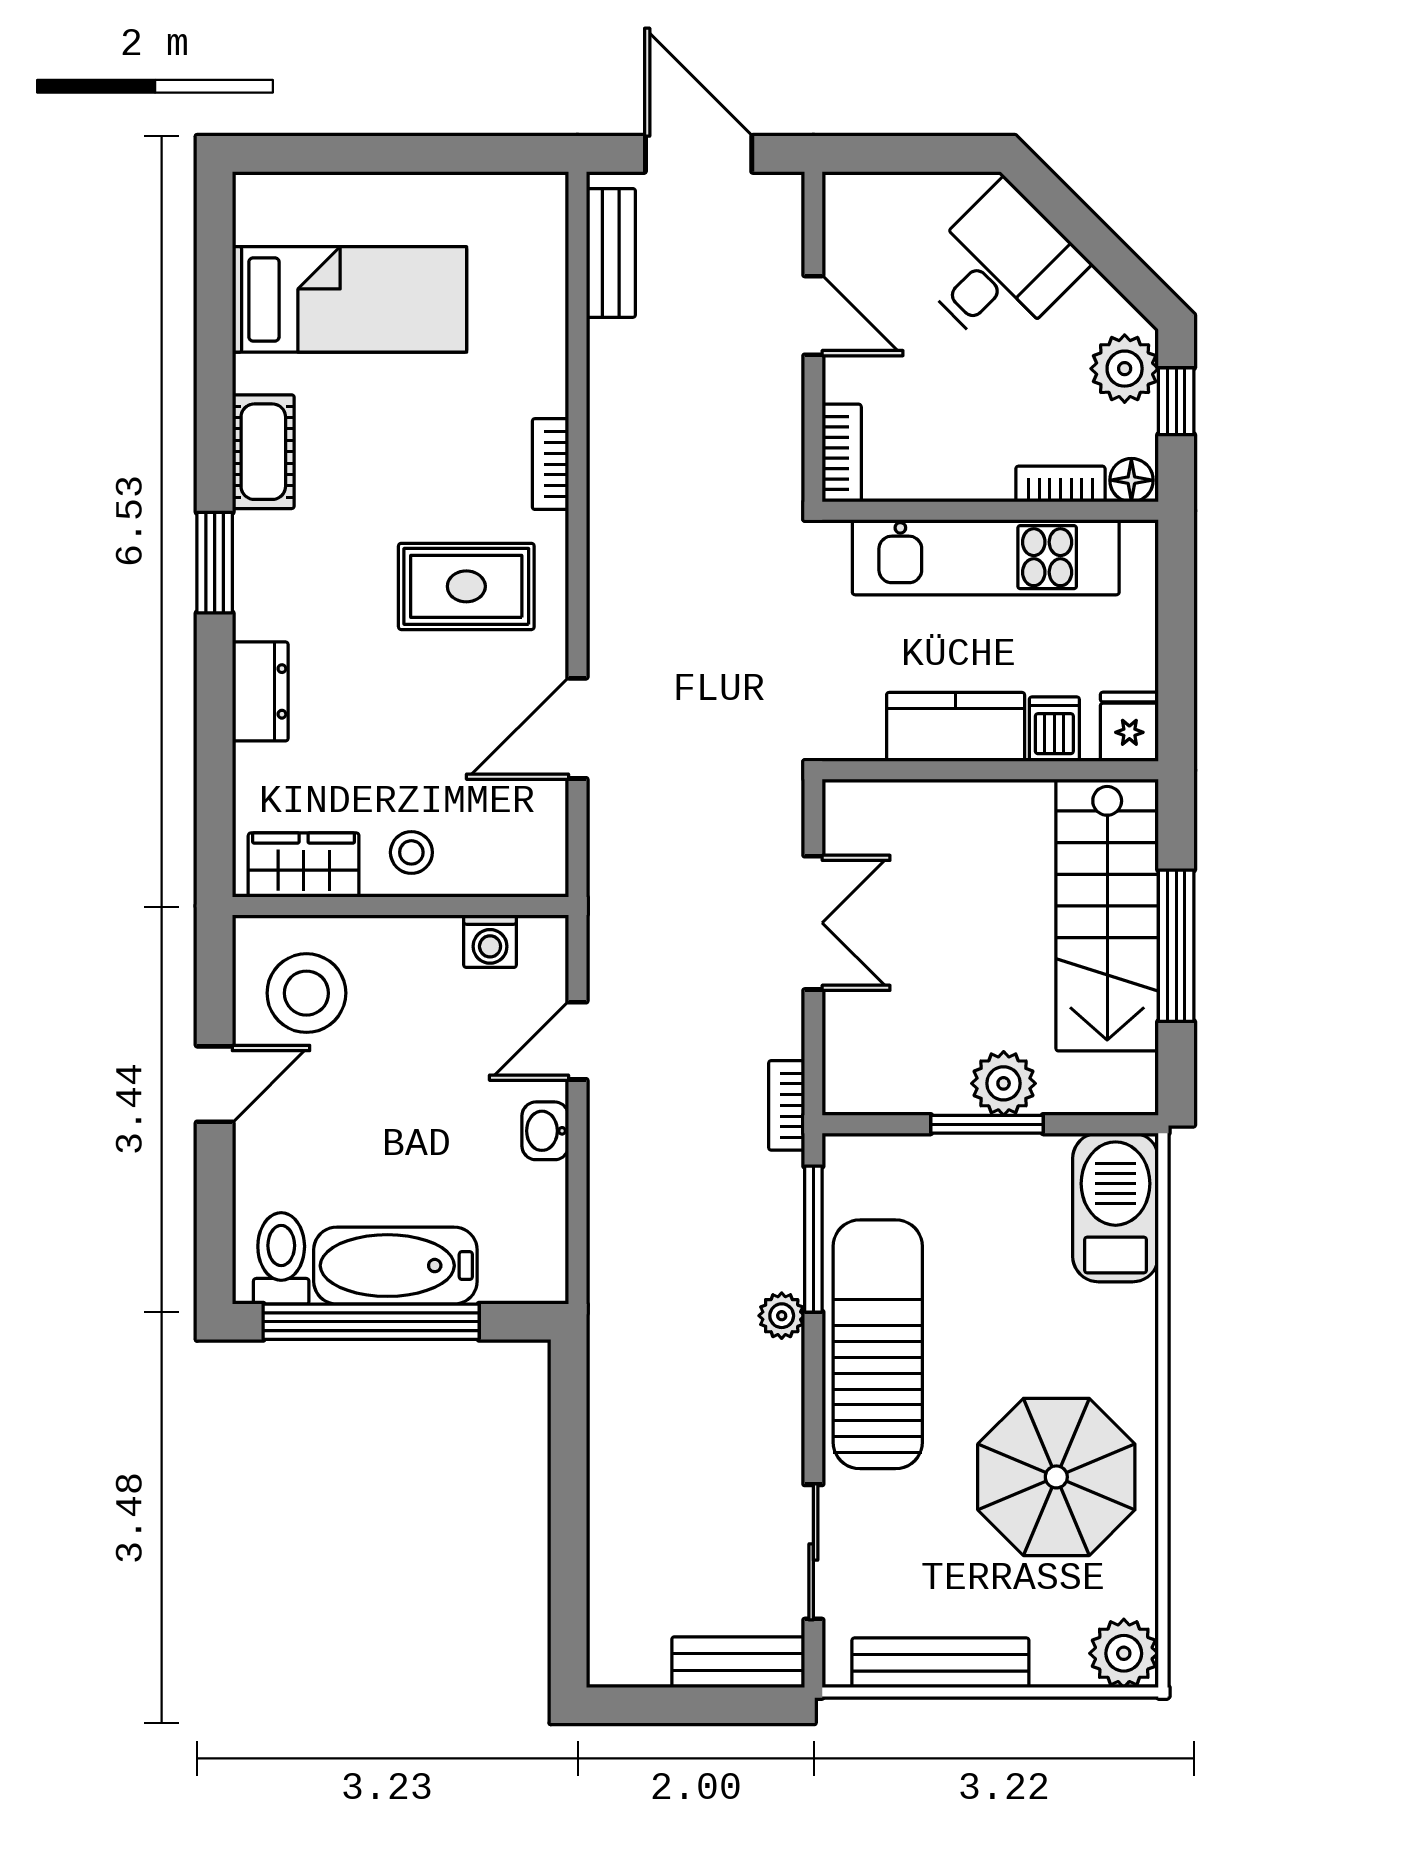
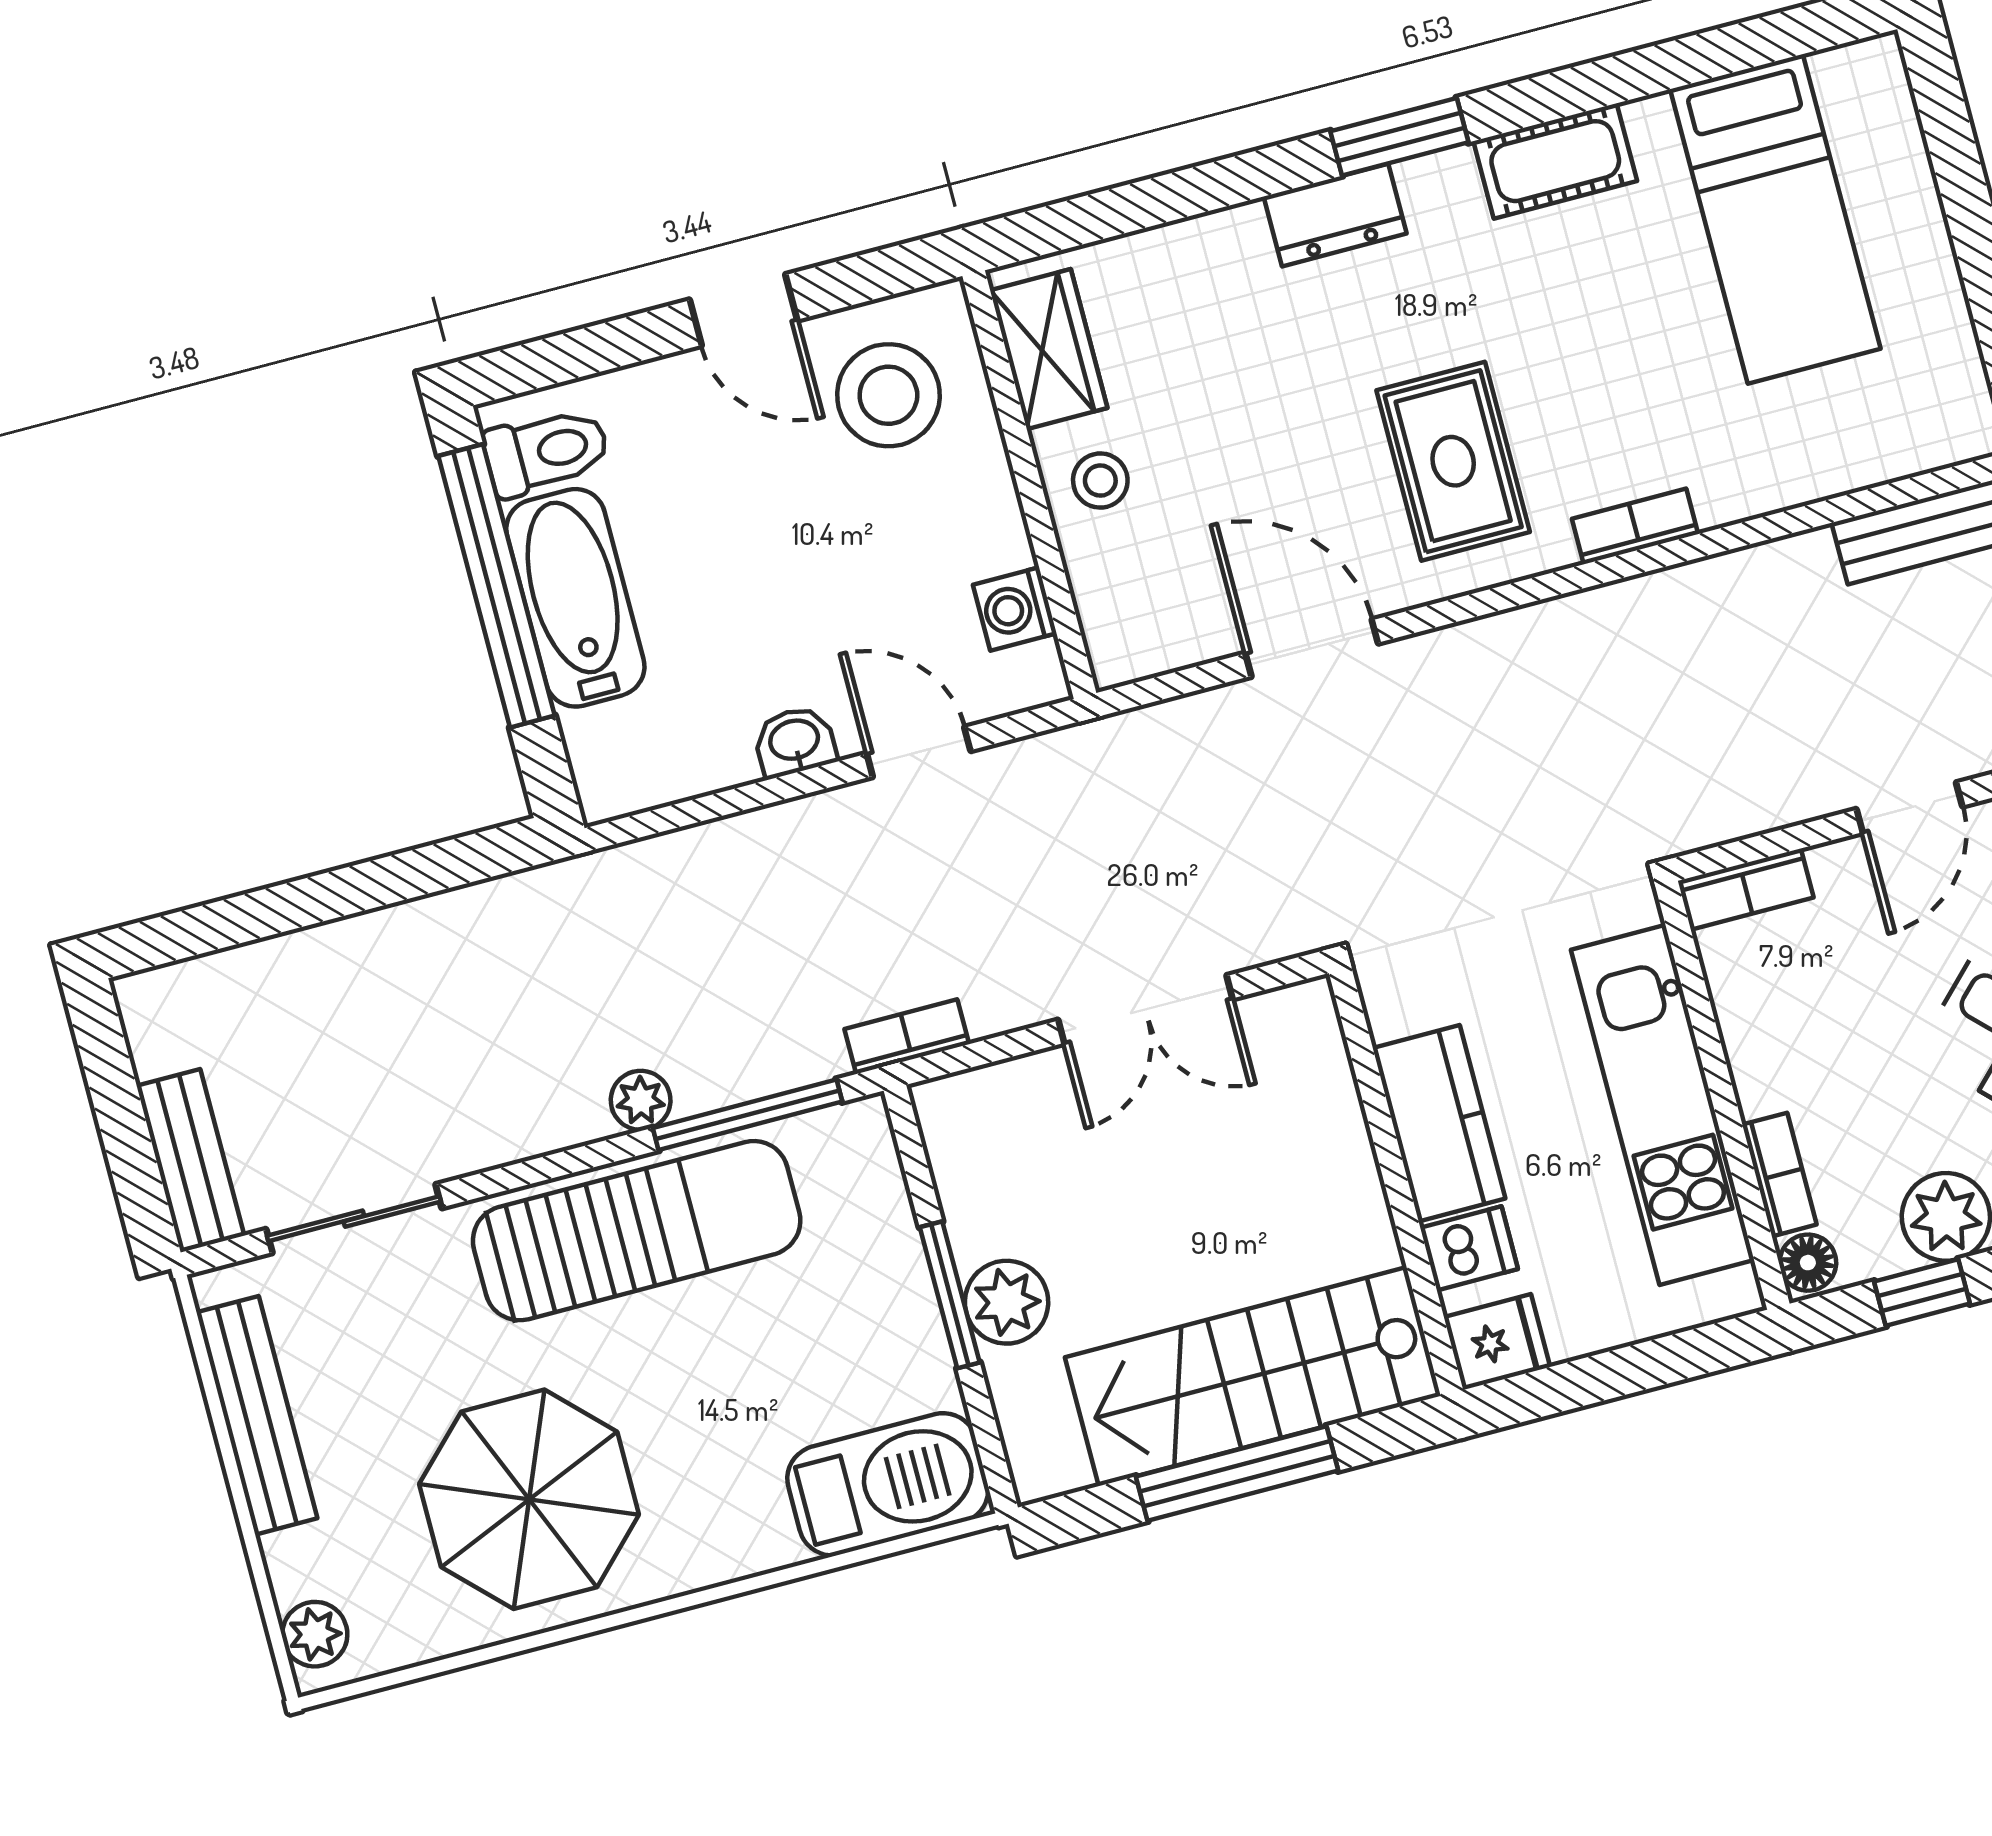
dresser: (260, 691) -> (1335, 215), moved
plant: (1124, 1653) -> (315, 1634), width x0.73, depth x0.73

